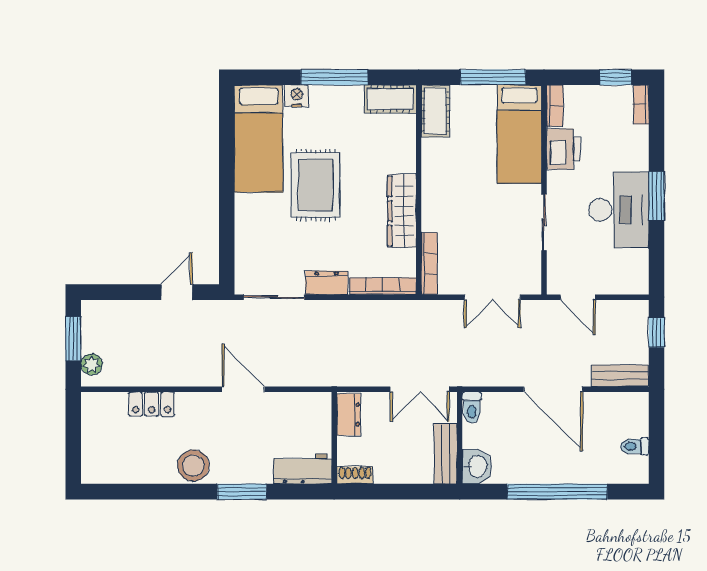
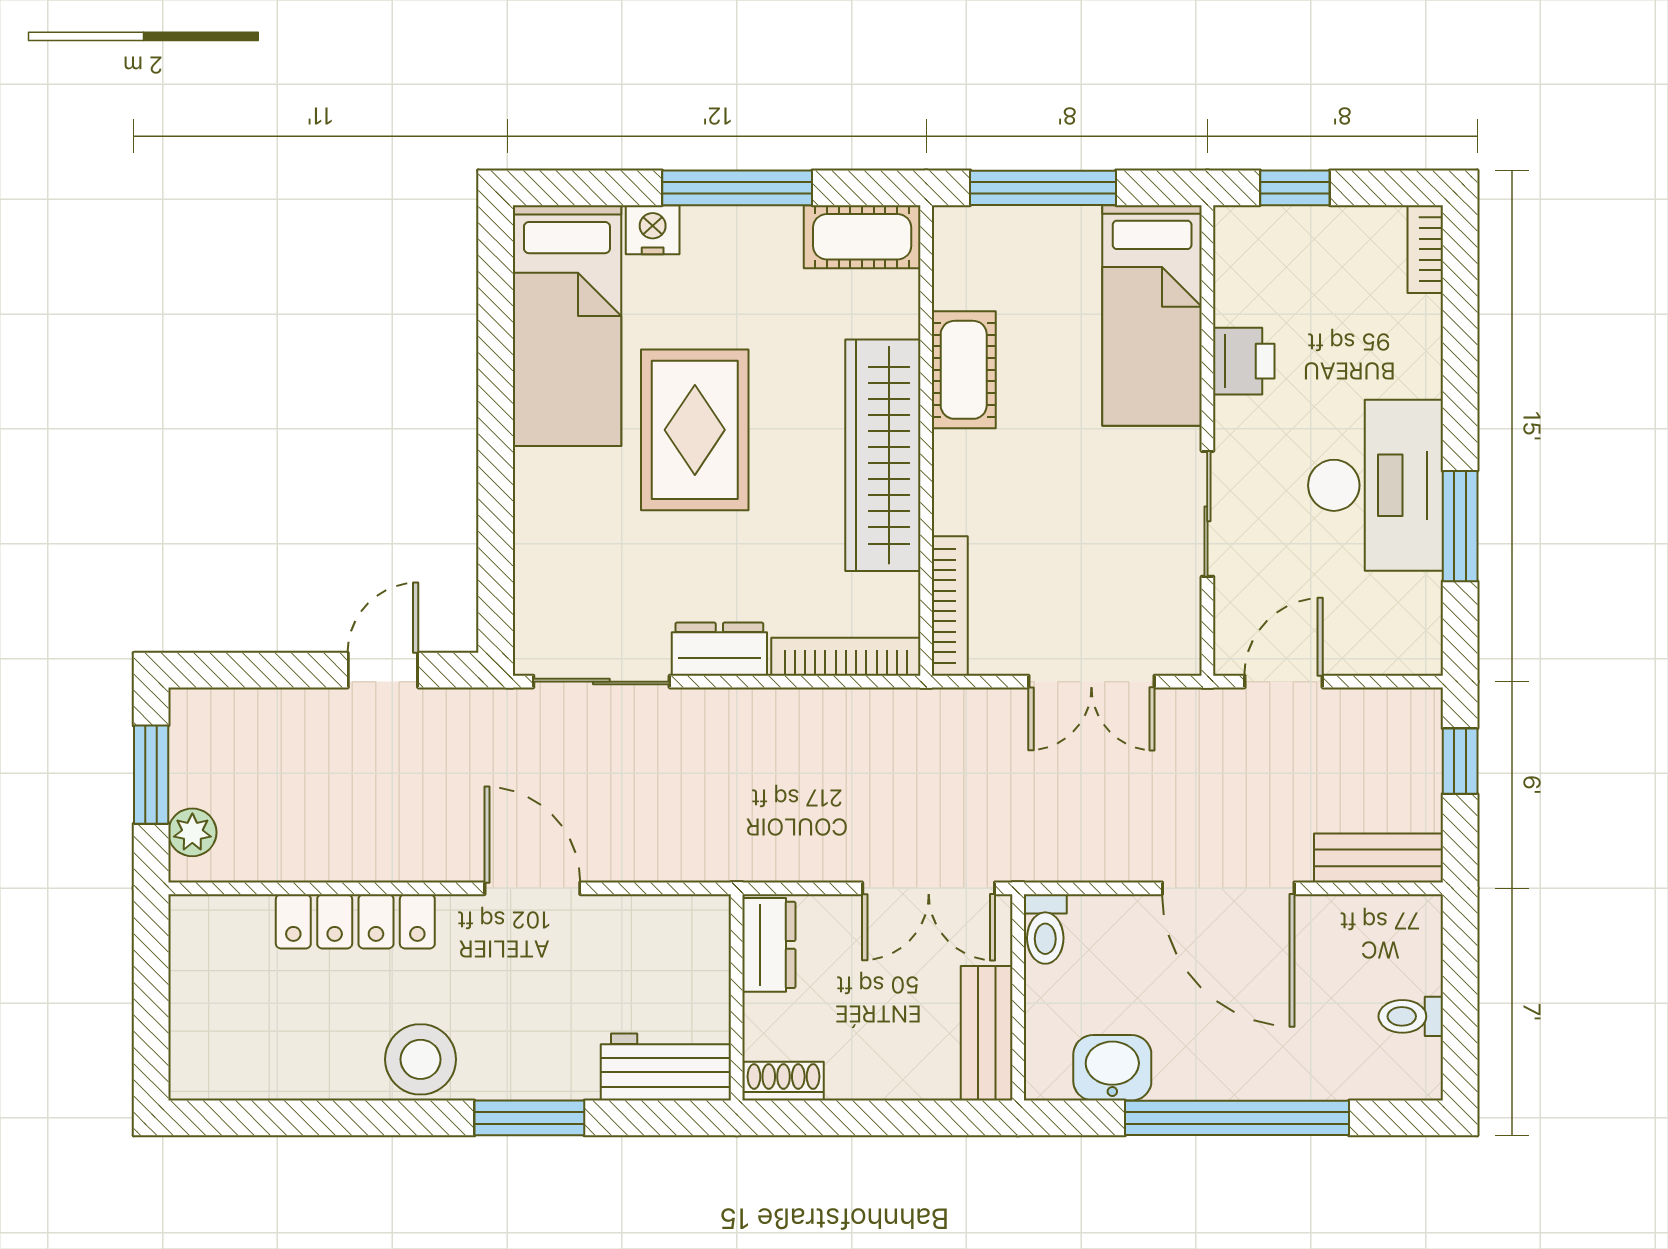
window: (493, 77) -> (1043, 188), moved
window: (616, 77) -> (1295, 188), moved
bookcase: (555, 106) -> (1232, 252), removed
cot: (435, 111) -> (964, 370), moved
printer: (563, 149) -> (1244, 361), width x0.73, depth x0.81
window: (657, 196) -> (1460, 526), moved
wardrobe: (402, 211) -> (883, 455), width x1.40, depth x1.17
door: (578, 297) -> (1284, 682), swing flipped
locker: (152, 404) -> (355, 921), width x1.53
washbasin: (477, 467) -> (1112, 1068), moved, turned -90

